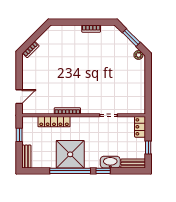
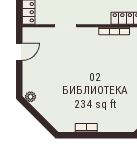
window: (131, 38) -> (39, 117), removed
door: (148, 93) -> (19, 52), added

